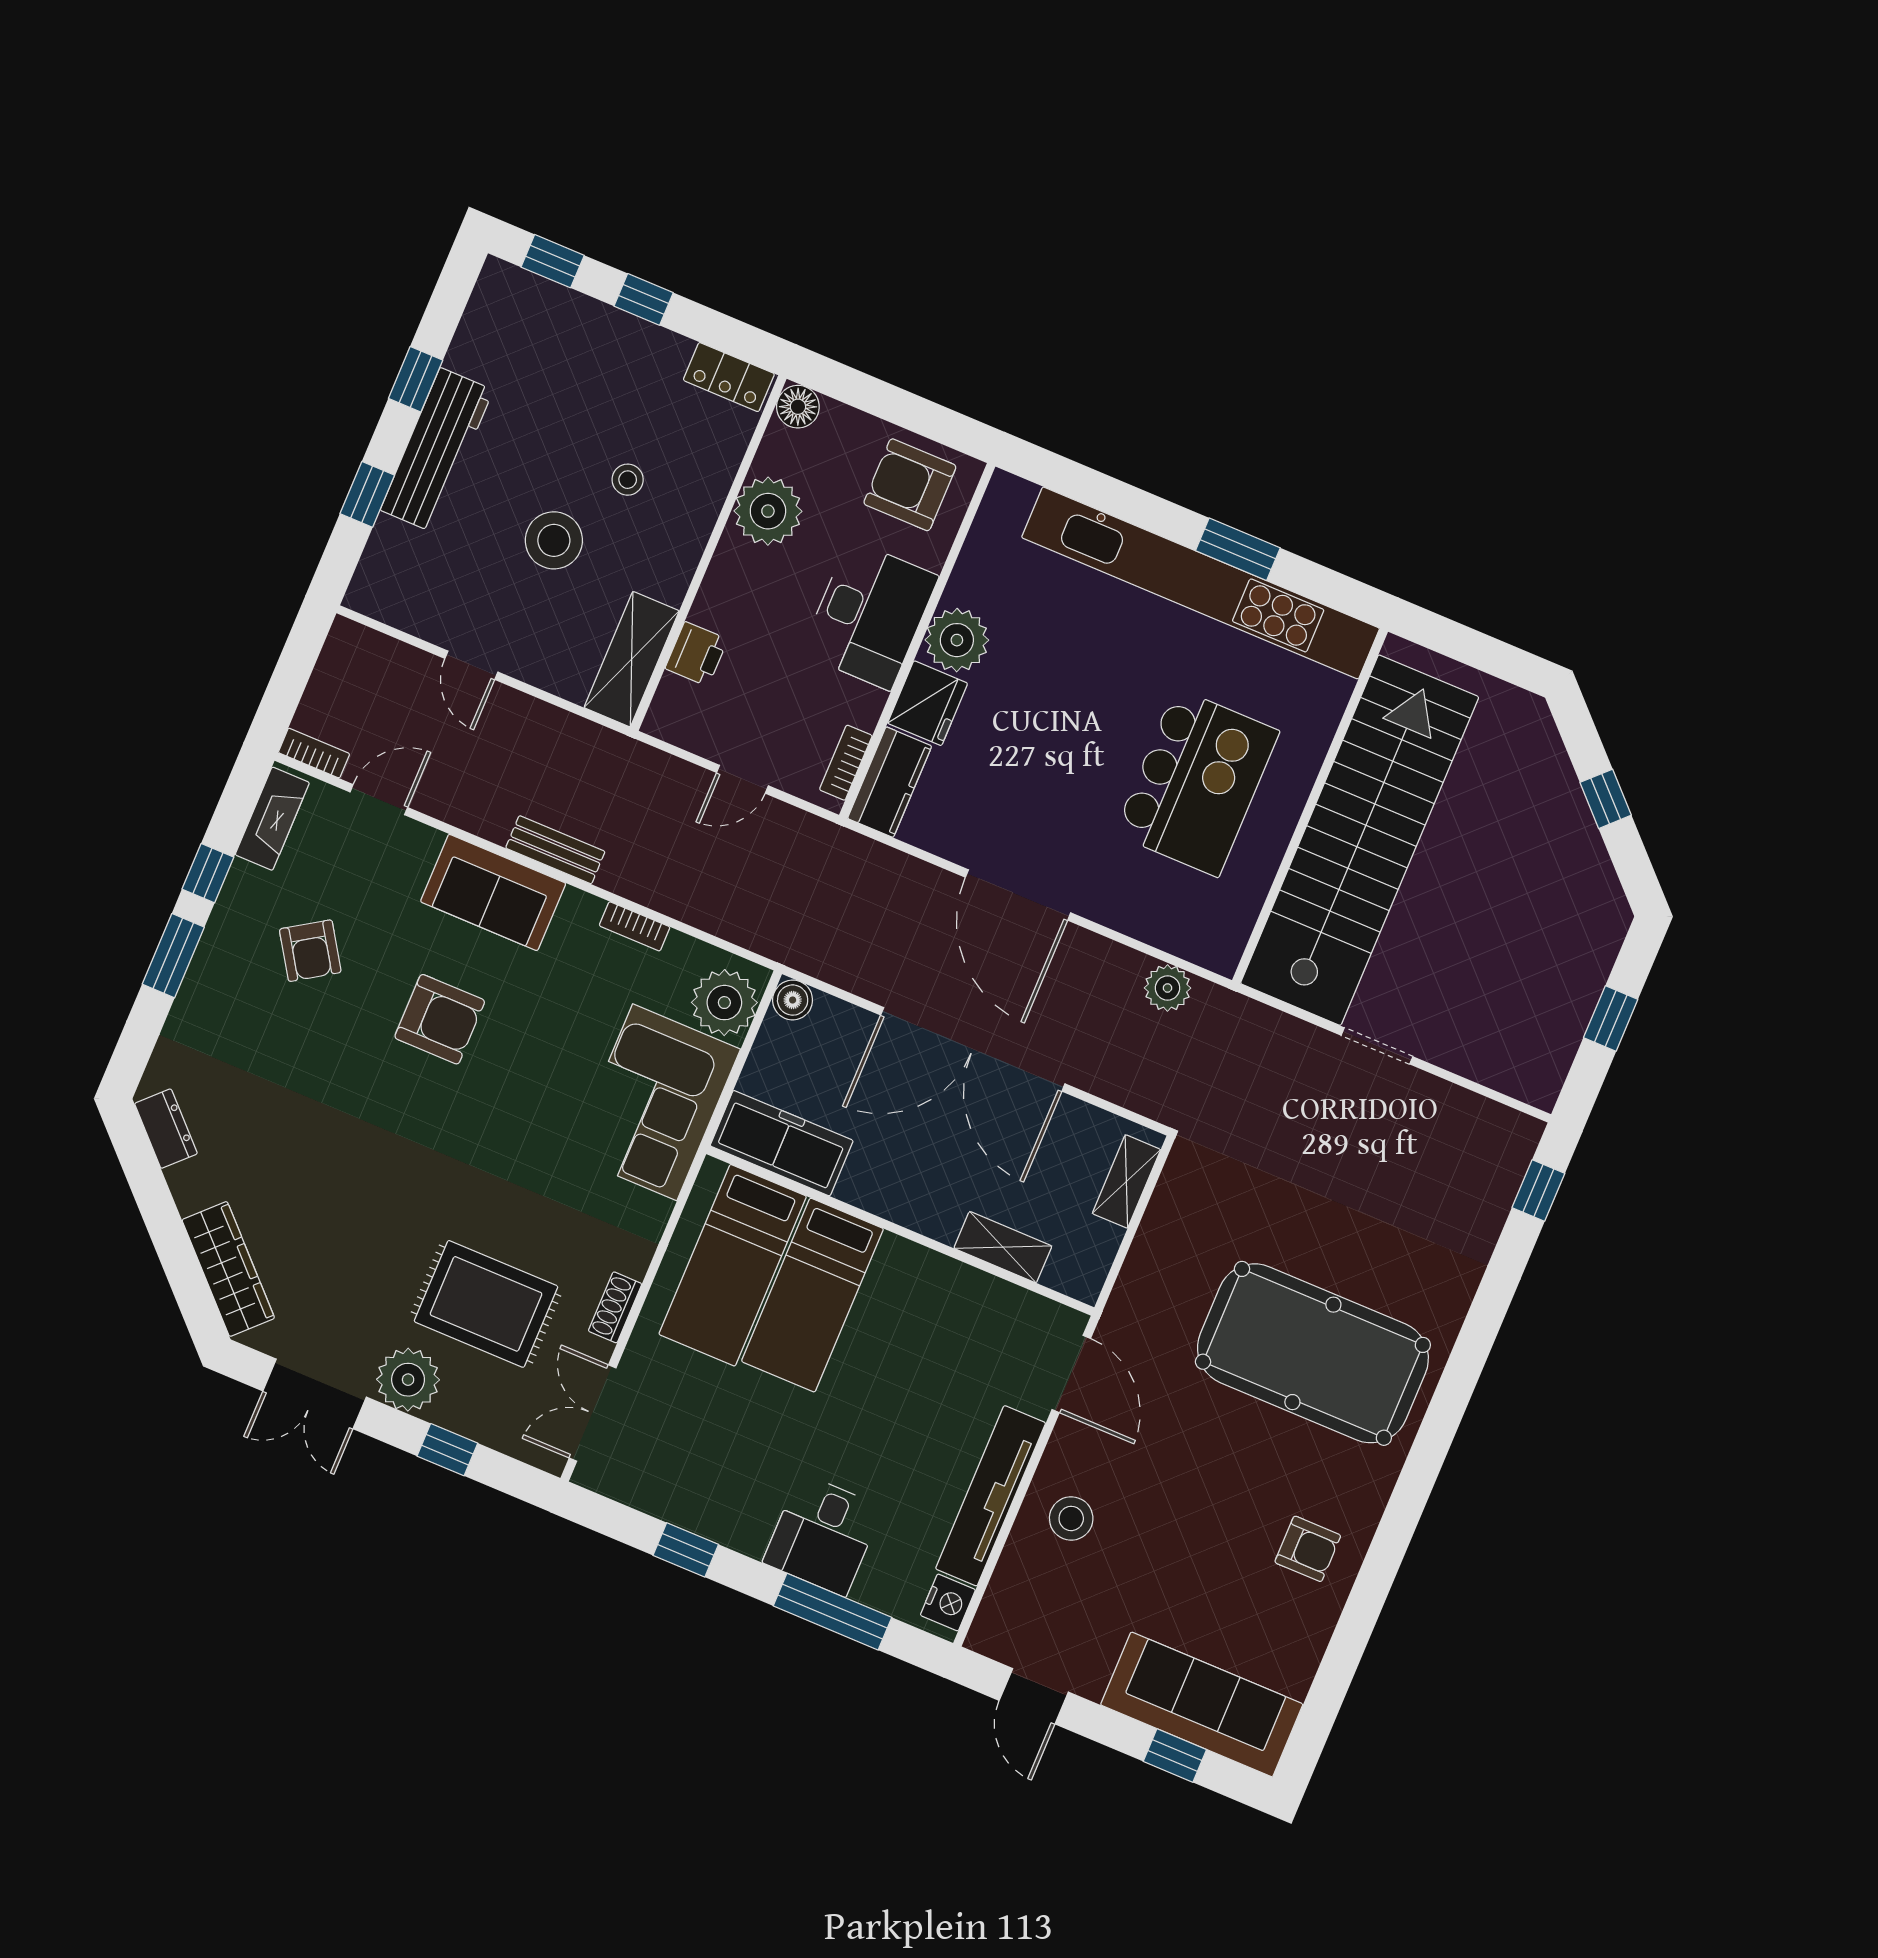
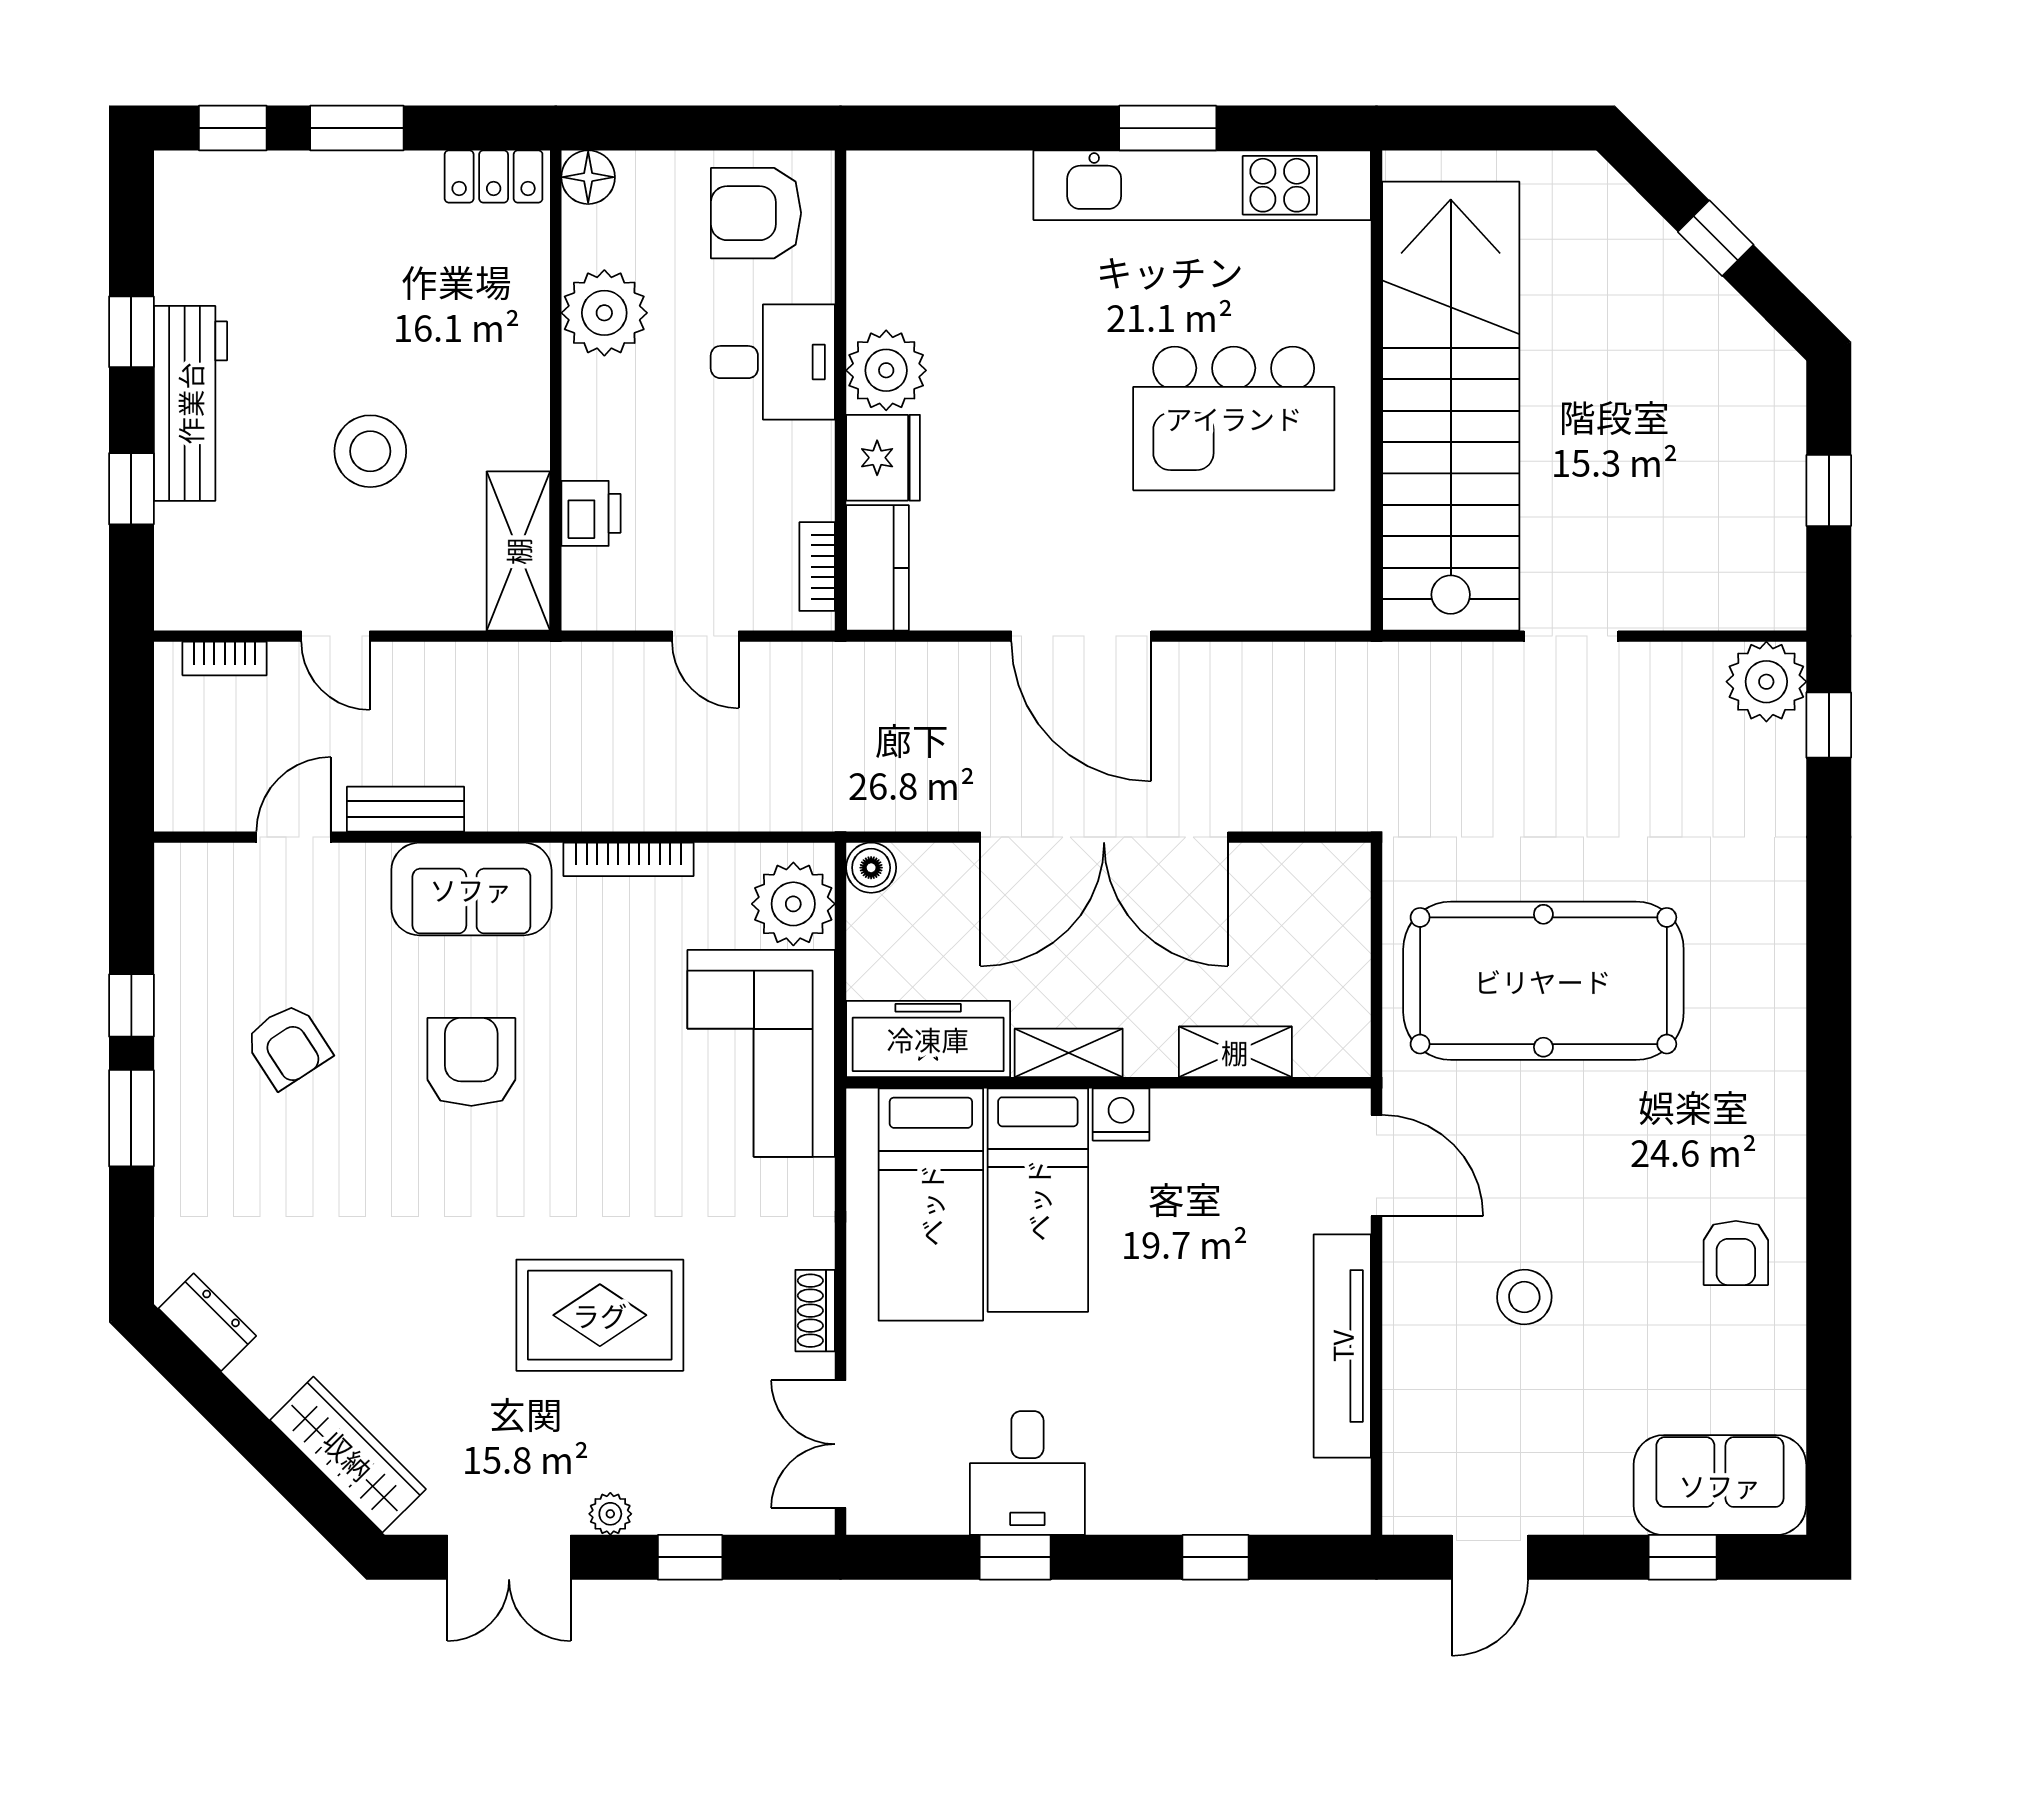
window: (644, 299) -> (357, 128), width x1.50
stool: (628, 480) -> (426, 345), removed
kitchen unit: (1201, 583) -> (1202, 185), width x0.73
desk: (870, 615) -> (773, 362), width x0.73
bookcase: (314, 753) -> (225, 659), moved, turned 180
door: (742, 779) -> (705, 636), hinge flipped
kitchen island: (1197, 782) -> (1234, 418), turned 90
fireplace: (272, 819) -> (179, 911), removed
bench: (555, 850) -> (405, 809), moved
bookcase: (635, 926) -> (629, 859), width x1.56
plant: (1168, 988) -> (1766, 682), moved, width x1.36, depth x1.36
armchair: (440, 1019) -> (471, 1062), turned -90
shelving: (1126, 1181) -> (1069, 1053), moved, turned 90
rug: (486, 1304) -> (600, 1315), moved
pool table: (1313, 1353) -> (1543, 981), moved
plant: (408, 1380) -> (610, 1514), width x0.53, depth x0.53
stool: (1071, 1518) -> (1524, 1297), moved
desk: (823, 1535) -> (1027, 1473), moved
armchair: (1308, 1549) -> (1736, 1253), turned 90
nightstand: (948, 1602) -> (1121, 1114), moved, turned -90
window: (833, 1612) -> (1215, 1557), width x0.46
door: (1034, 1696) -> (1490, 1557), hinge flipped
sofa: (1202, 1704) -> (1720, 1485), width x0.73

